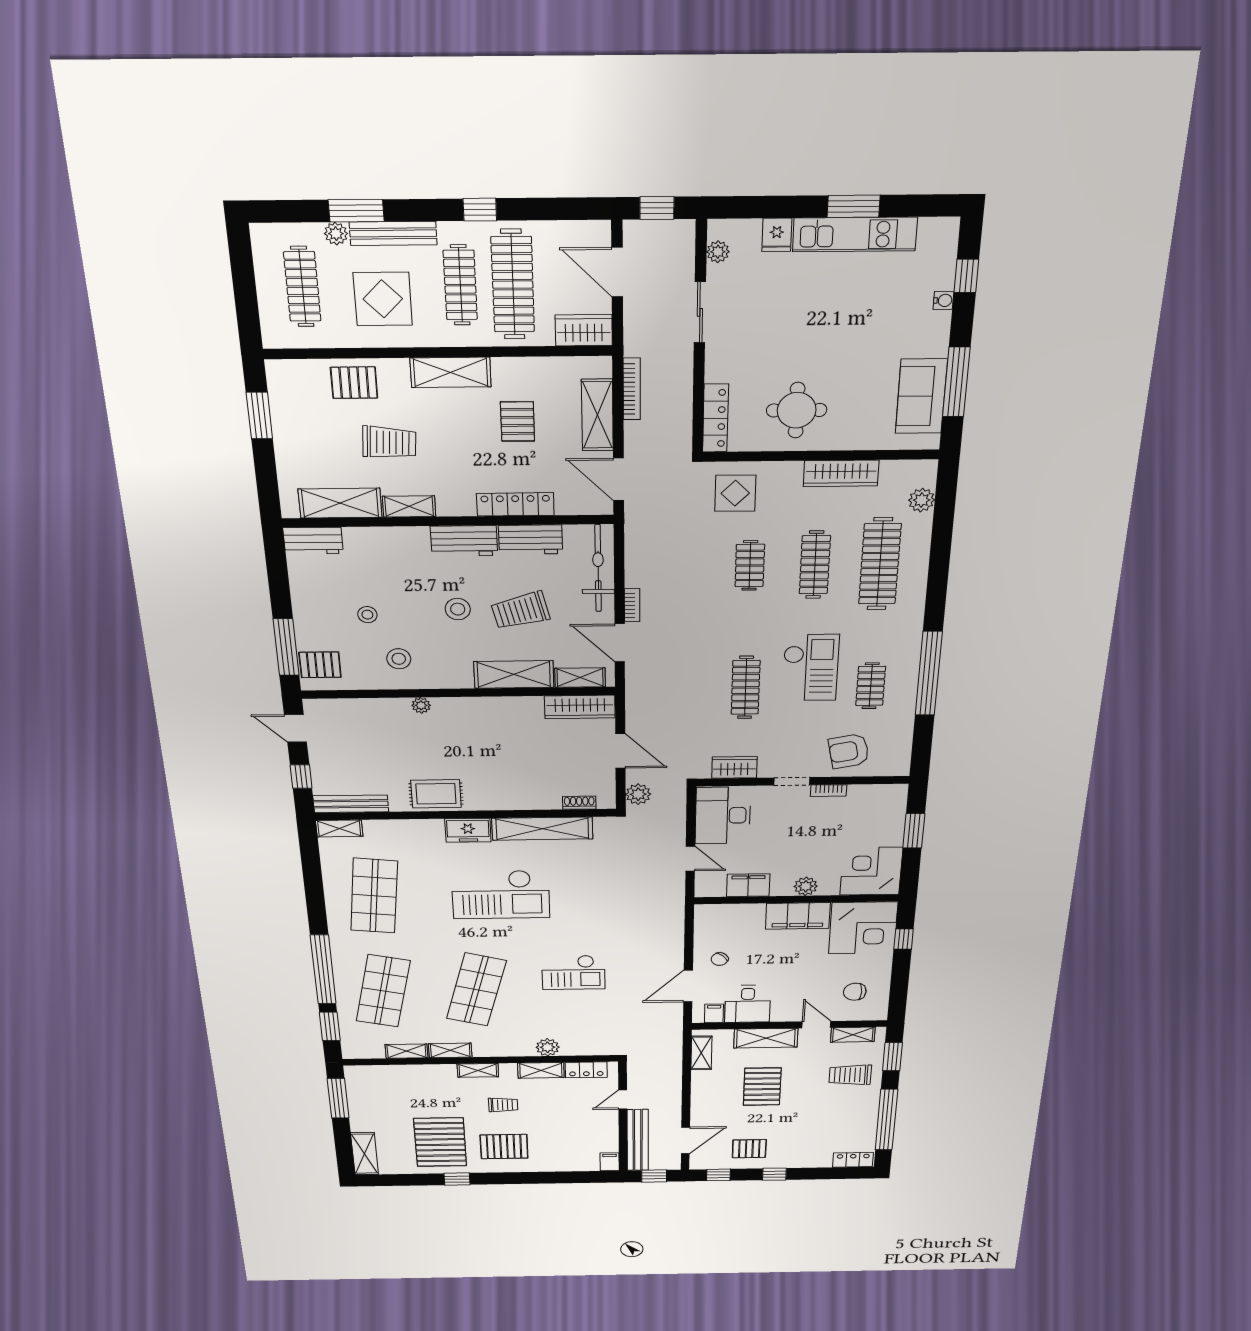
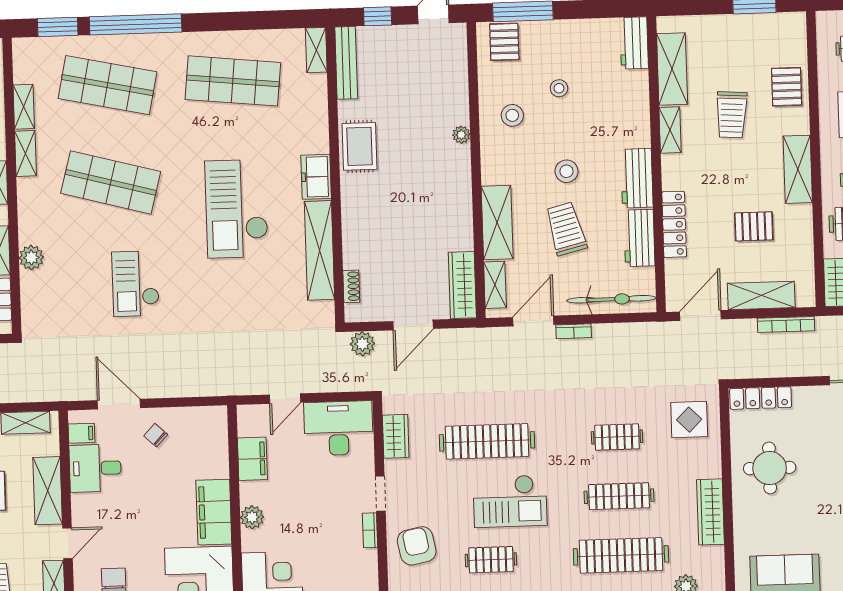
clothes rail: (746, 687) -> (487, 441), width x1.37, depth x1.31

